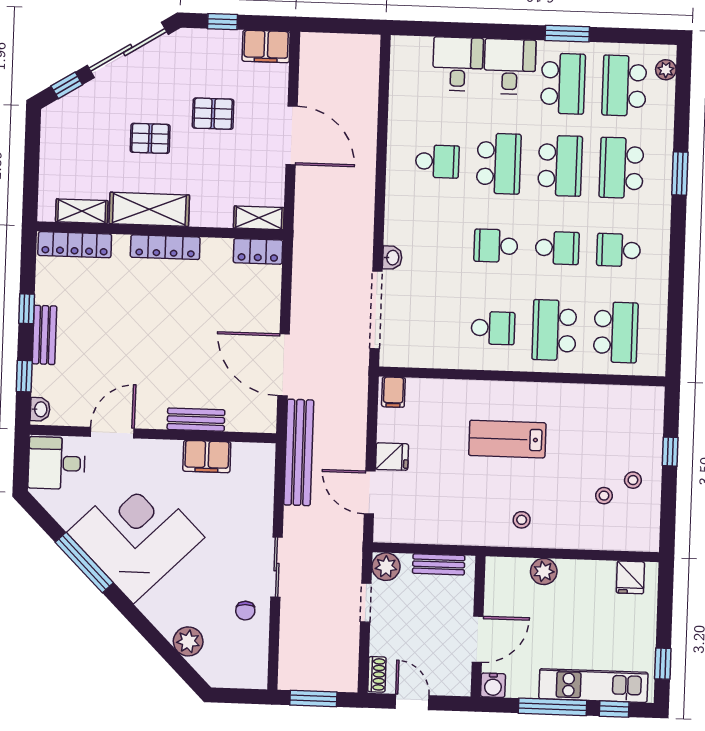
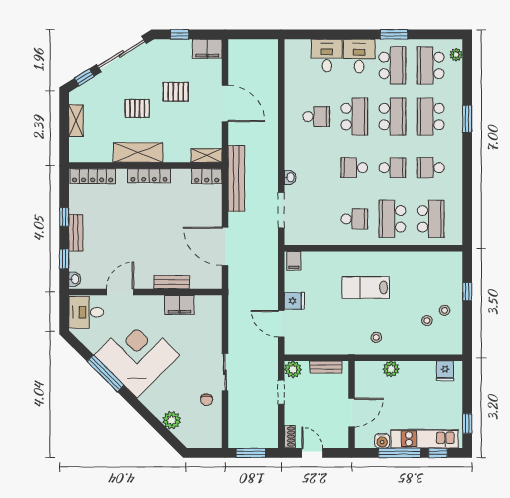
shelving: (82, 211) -> (76, 121), moved, turned 90
doorway: (376, 310) -> (281, 210), width x0.73
bench: (299, 452) -> (236, 179), moved
water cooler: (493, 685) -> (382, 441), moved

